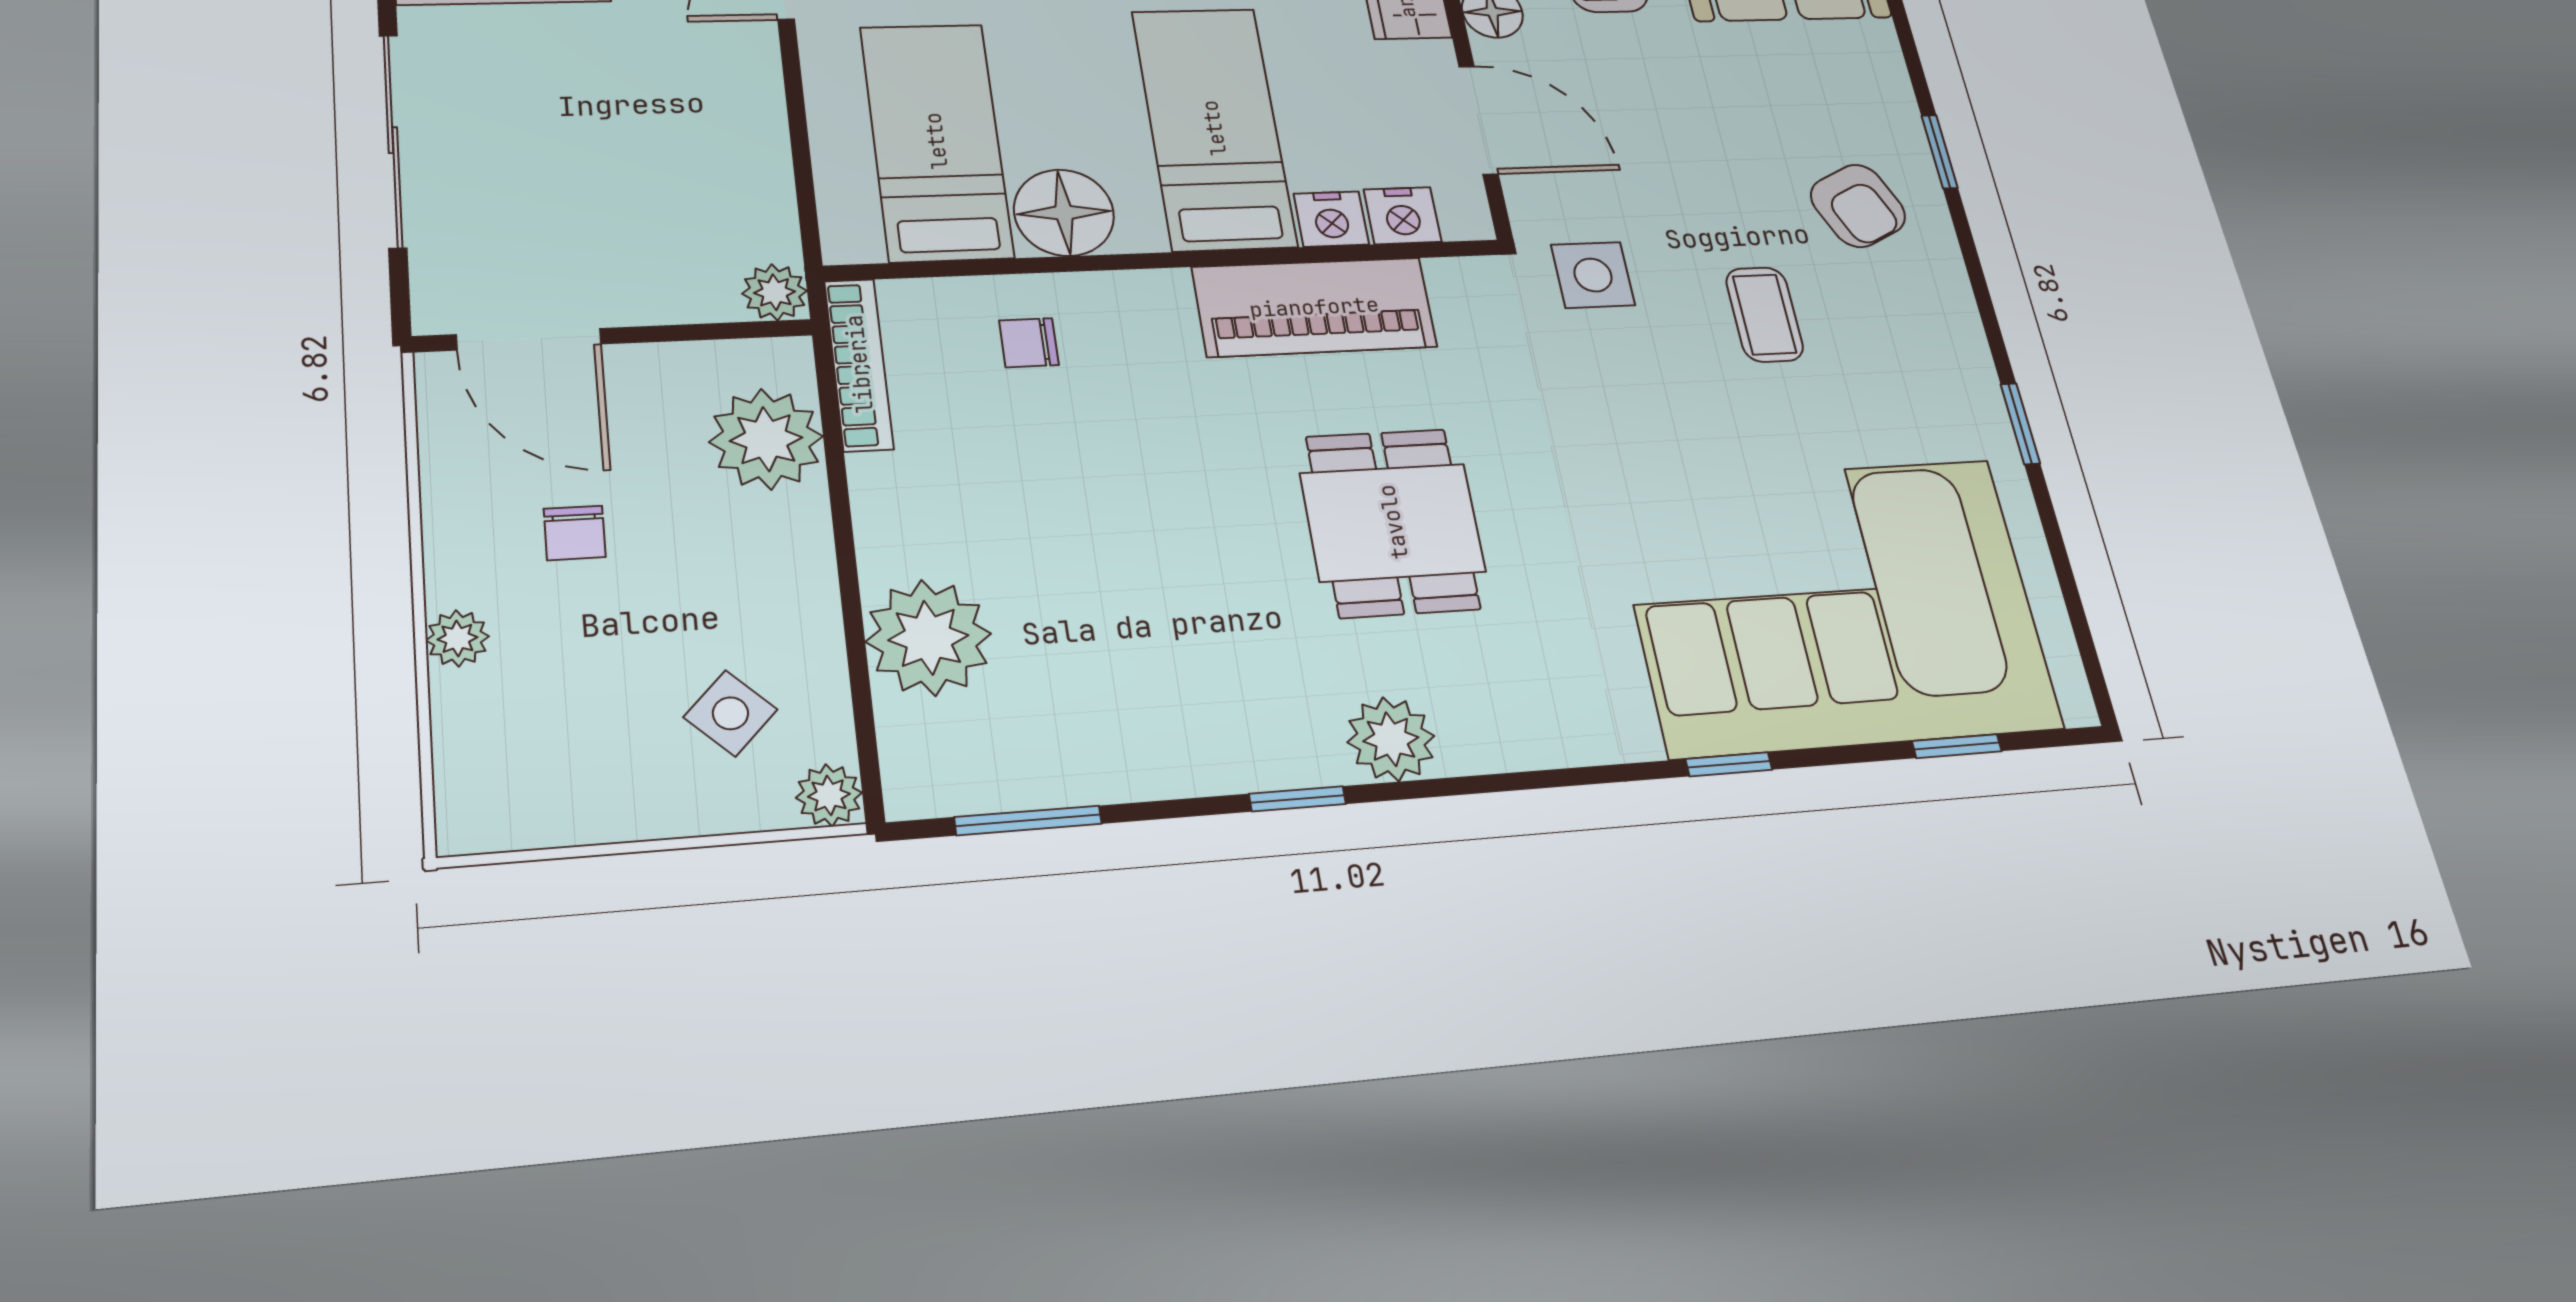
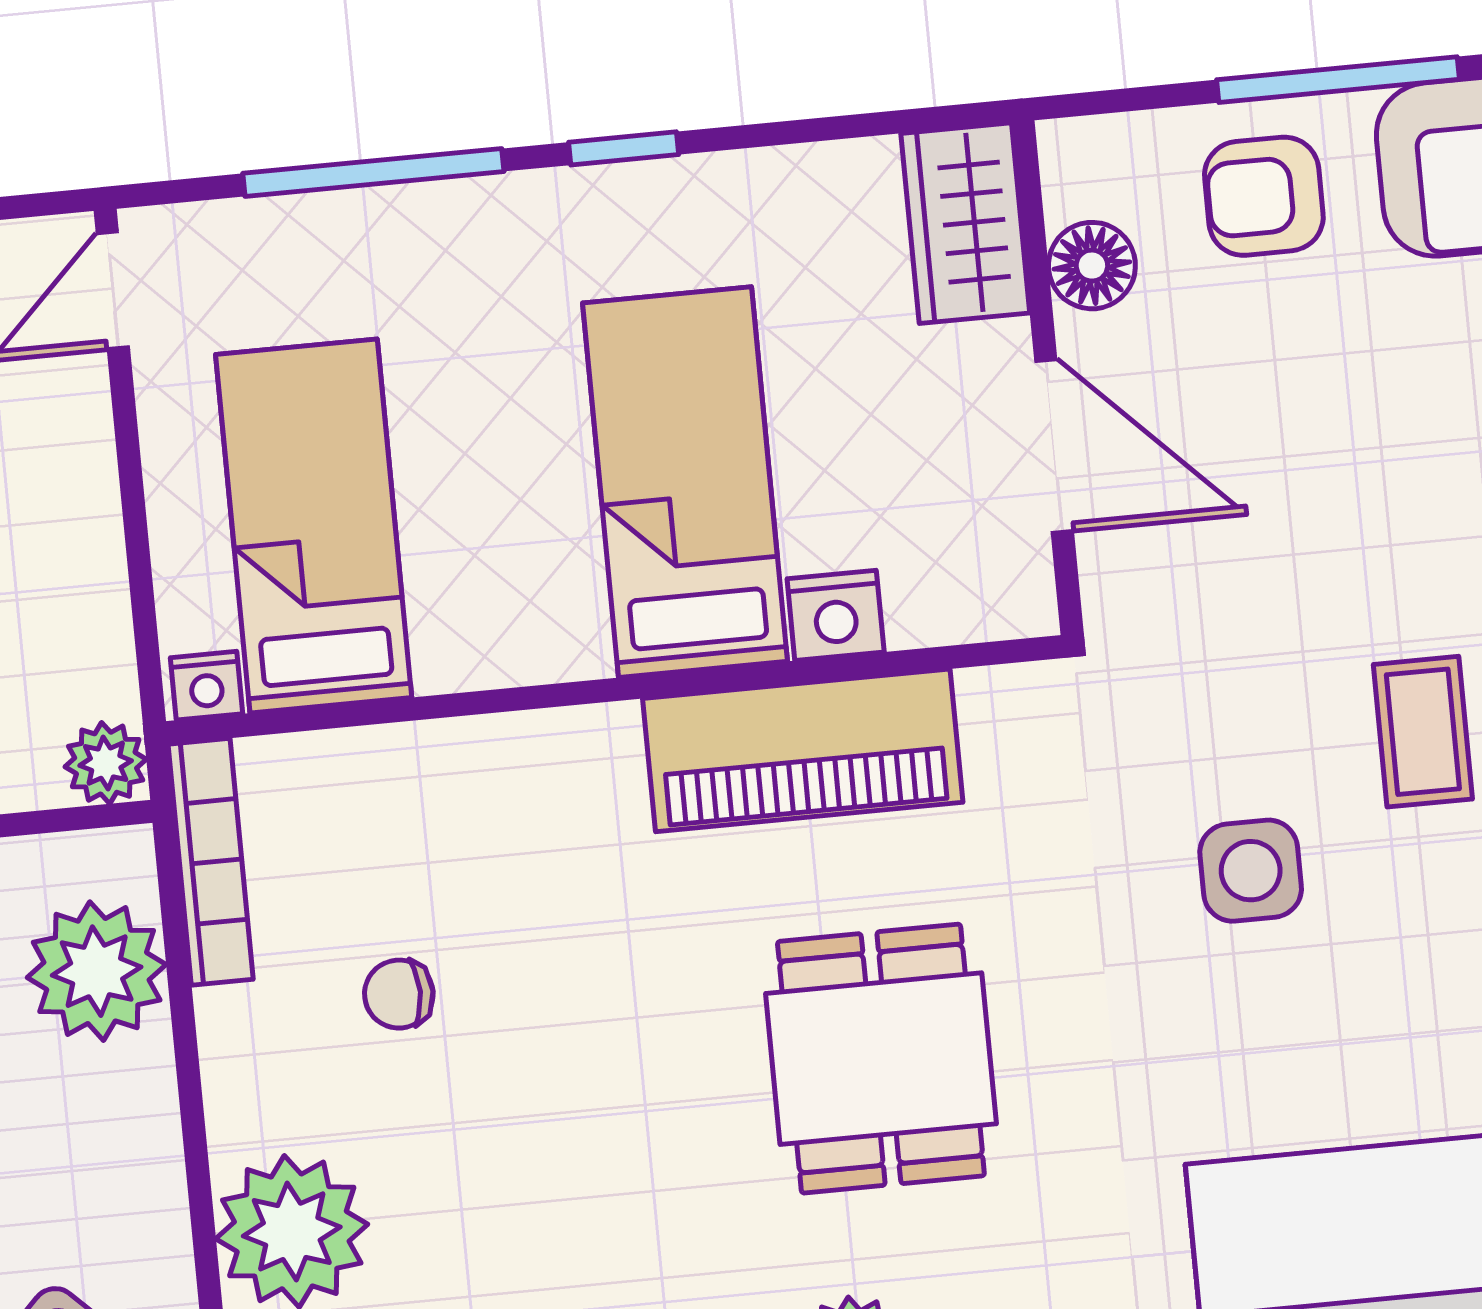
floor lamp: (1064, 213) -> (478, 625), removed
nightstand: (1403, 216) -> (206, 686), moved, width x0.72, depth x0.74
side table: (1593, 275) -> (1251, 871), moved
chair: (1029, 343) -> (399, 994), moved

